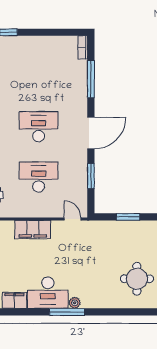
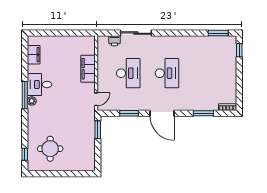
window: (91, 79) -> (203, 113), width x0.69
window: (128, 217) -> (98, 130), moved
desk: (48, 293) -> (39, 84), width x0.73
window: (144, 312) -> (25, 154), added

